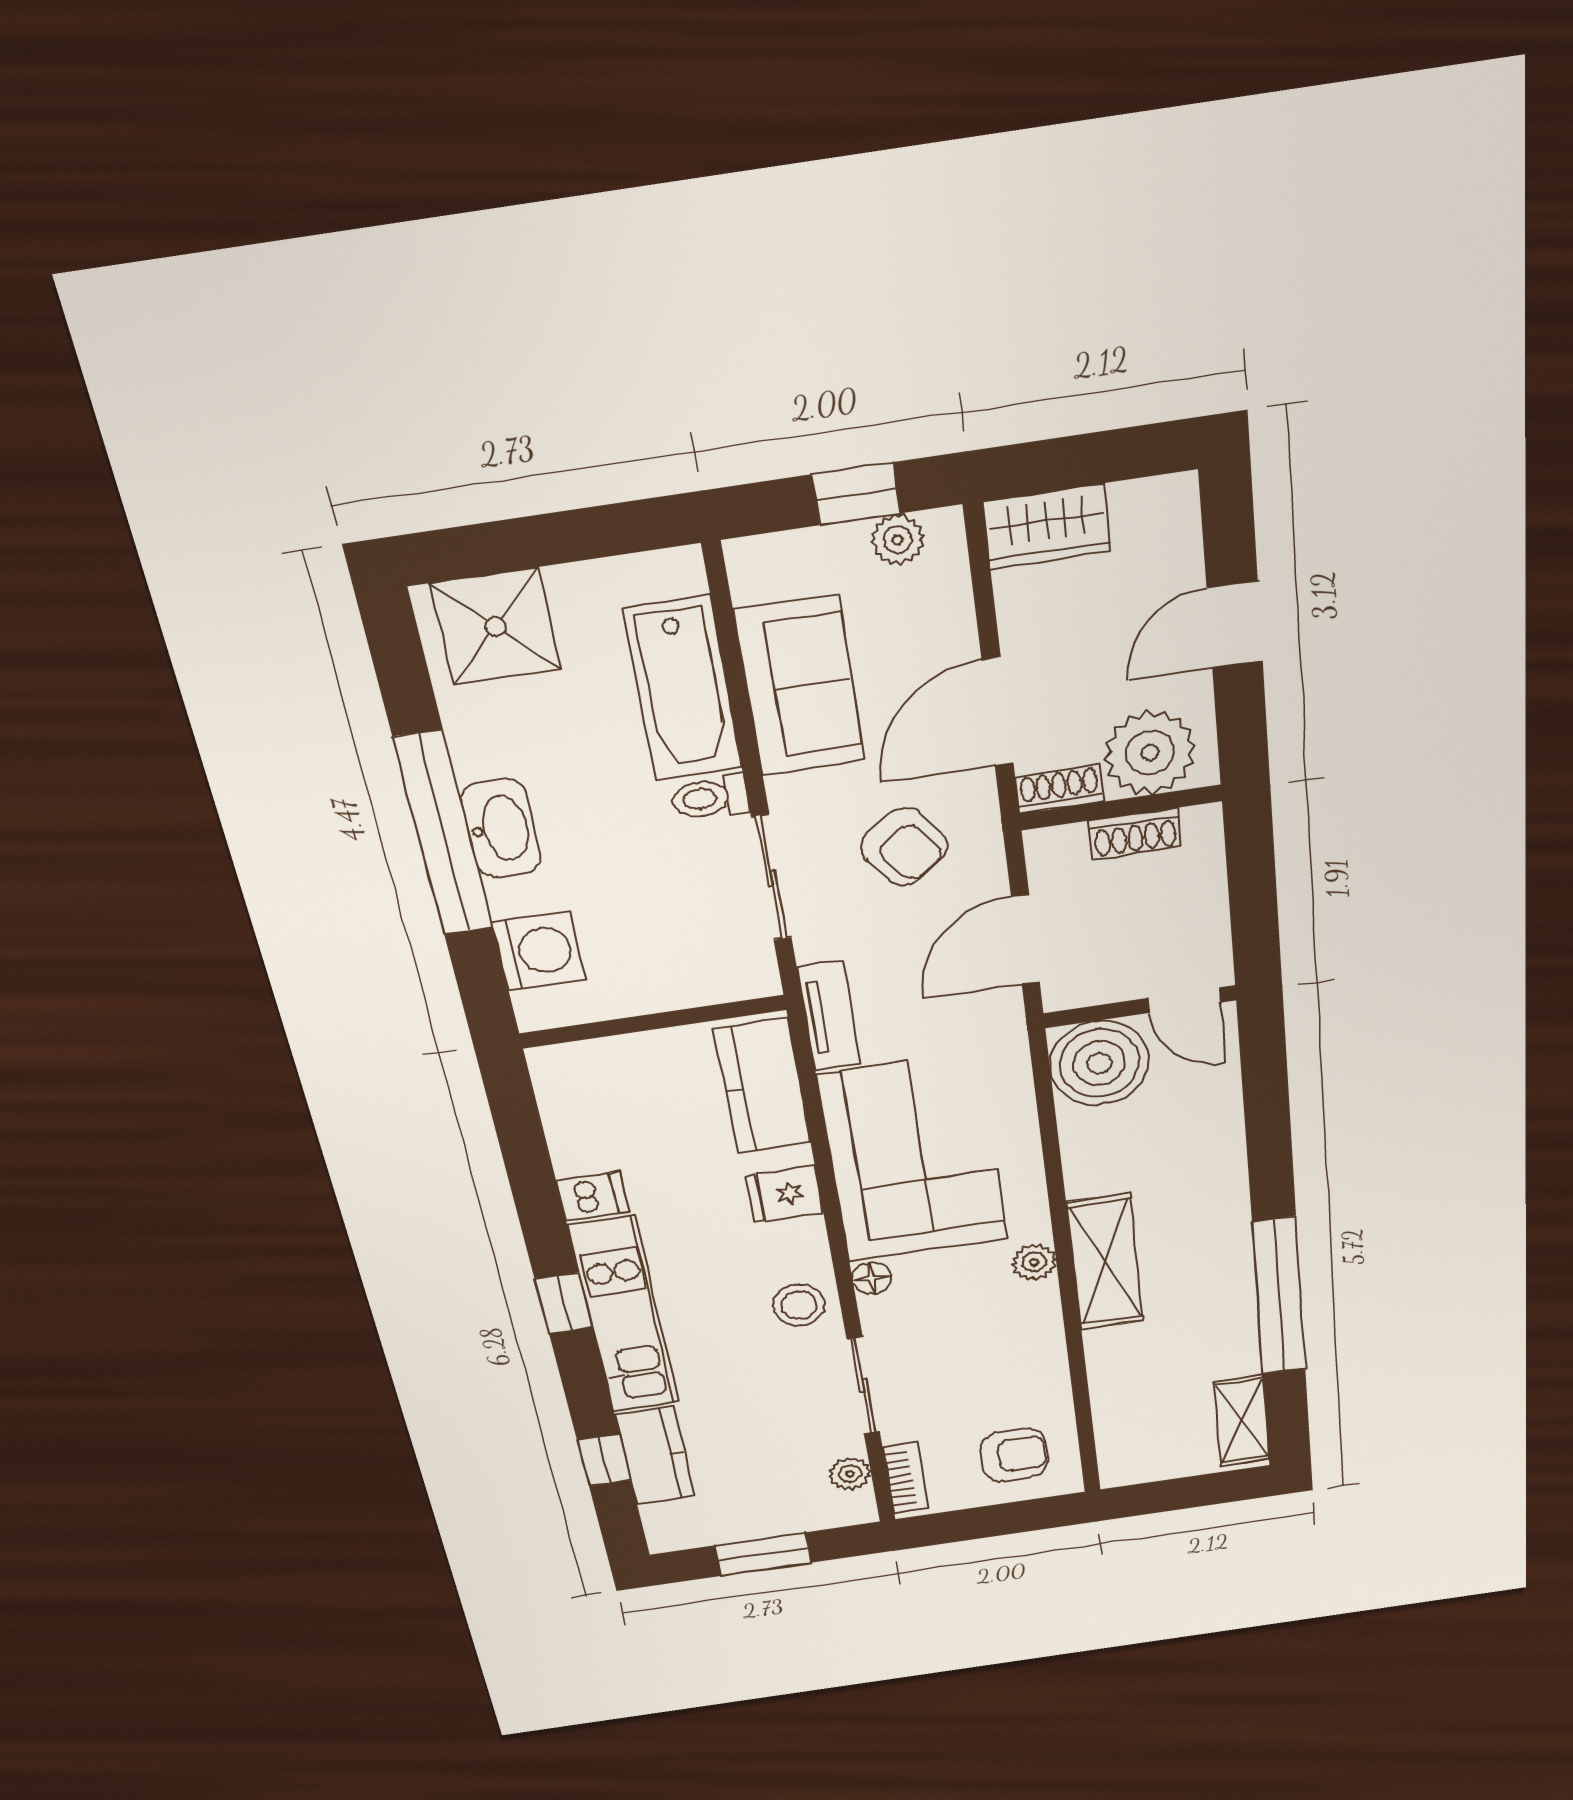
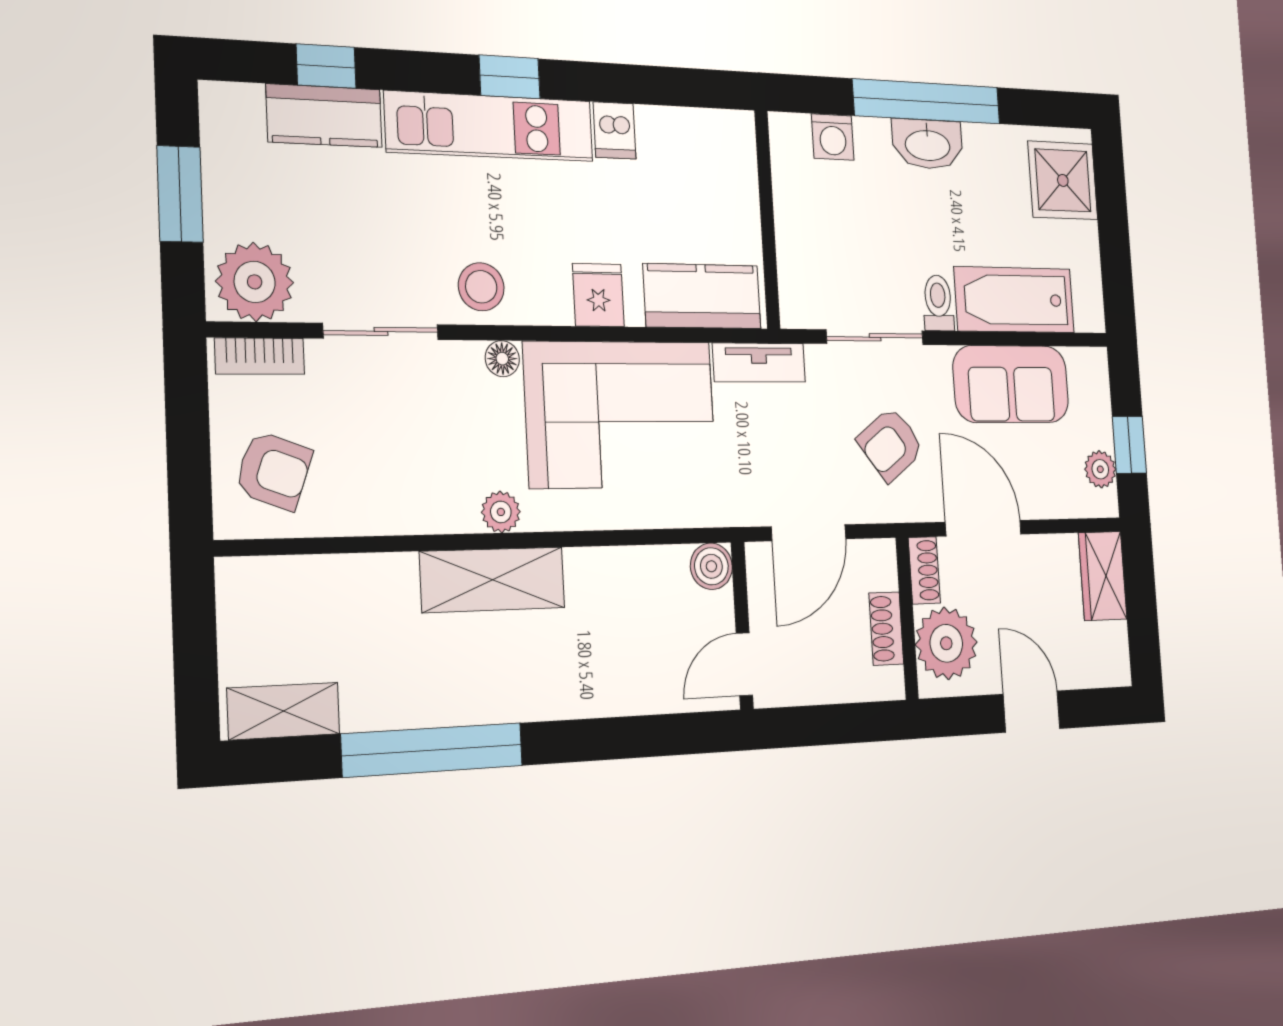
door: (1025, 940) -> (809, 533), swing flipped
washing machine: (539, 951) -> (833, 137), width x0.73, depth x0.73
boiler: (1099, 1063) -> (711, 566), width x0.54, depth x0.54
armchair: (1014, 1455) -> (274, 471), turned -70
plant: (850, 1474) -> (255, 282), width x1.87, depth x1.87

